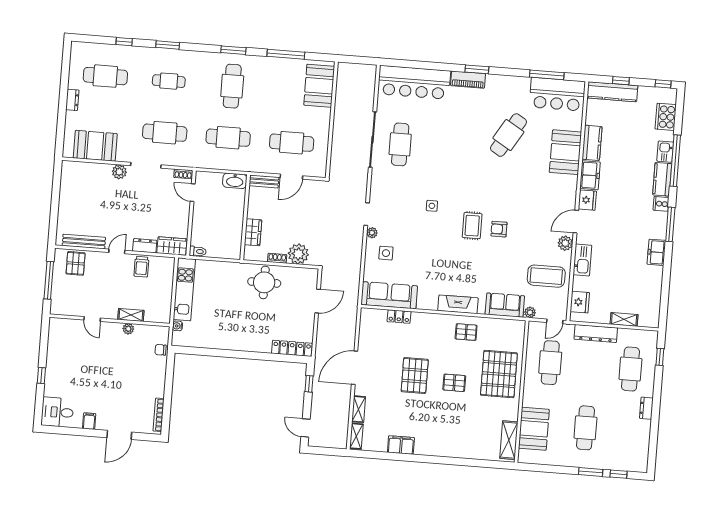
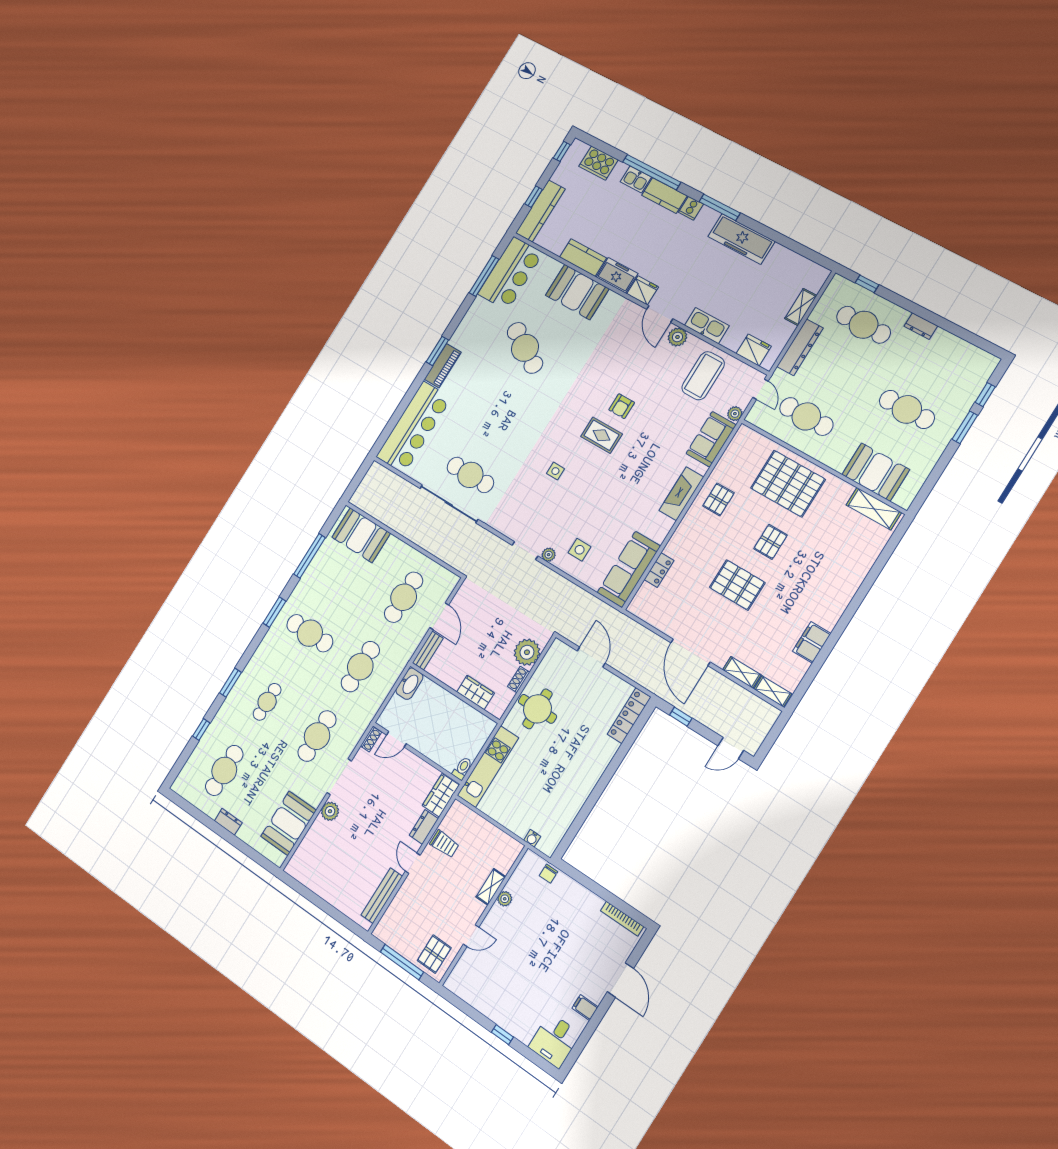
freezer: (656, 252) -> (741, 239), width x1.91, depth x1.26
pallet: (76, 263) -> (434, 954), moved, turned 90
kitchen unit: (184, 289) -> (488, 766), moved, turned 90

